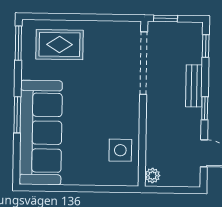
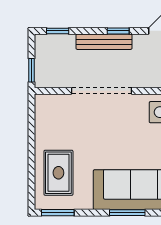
doorway: (144, 63) -> (101, 91), moved
bench: (194, 86) -> (104, 42), width x1.36

